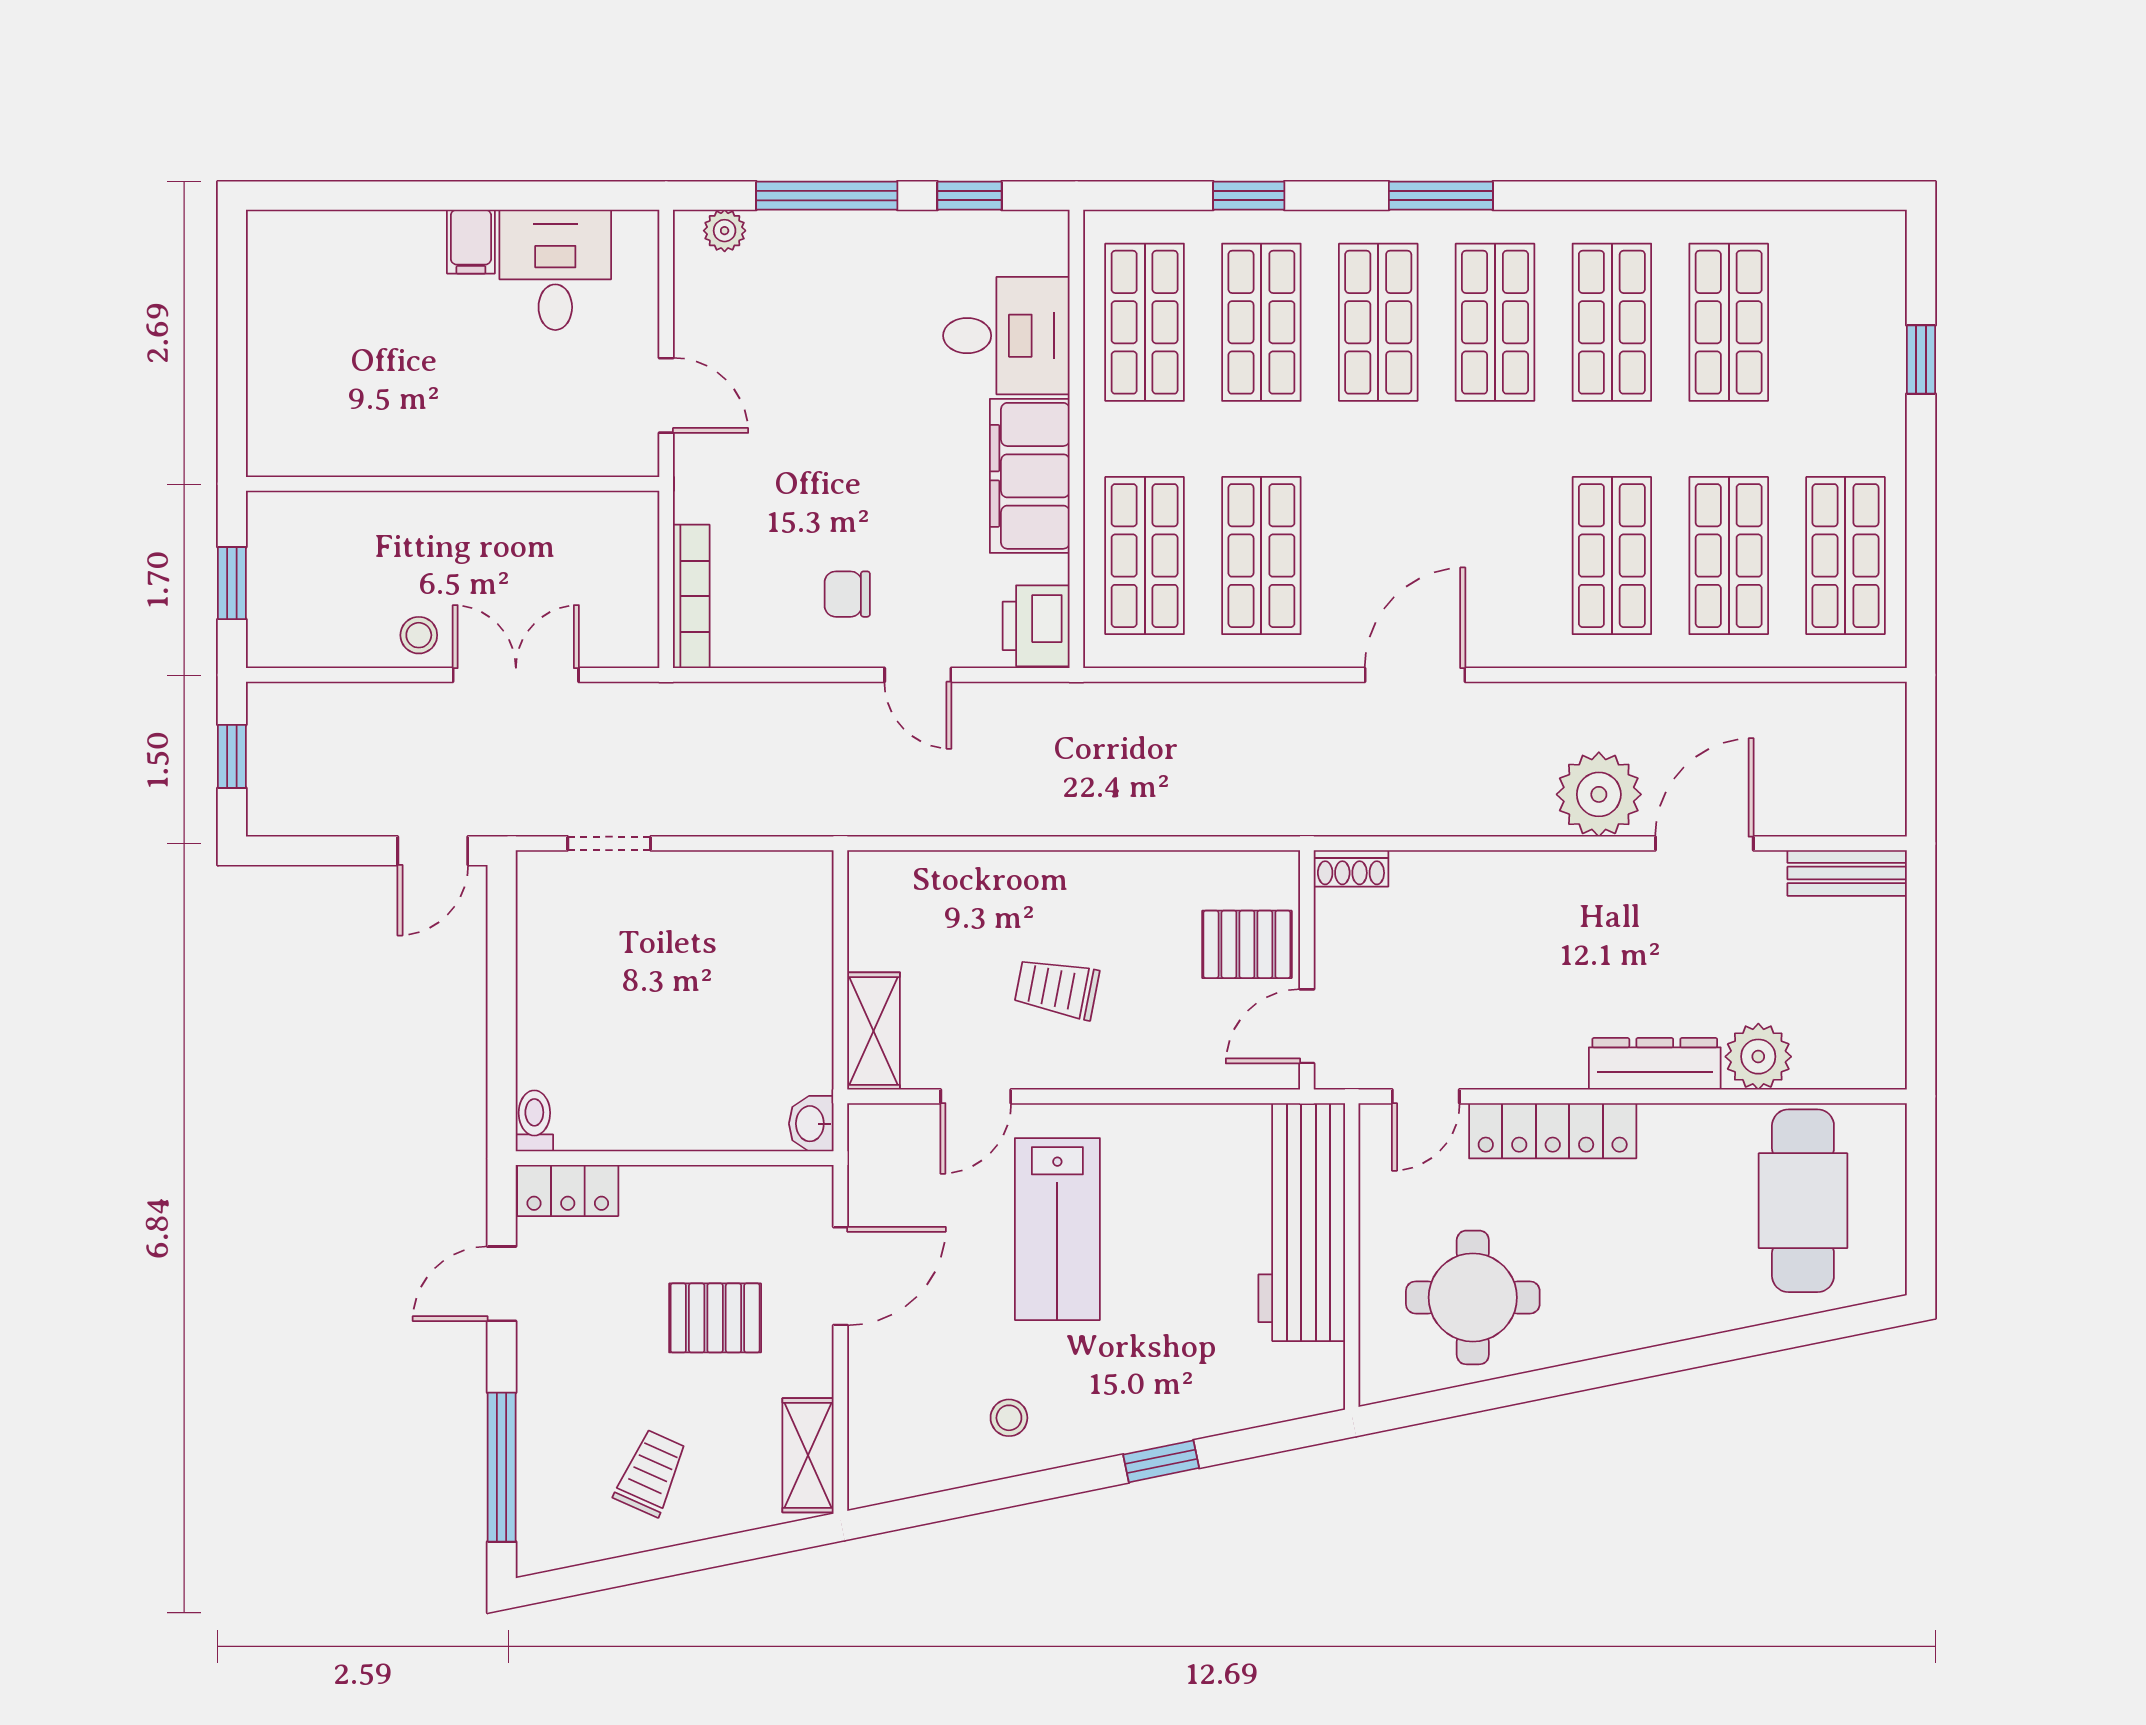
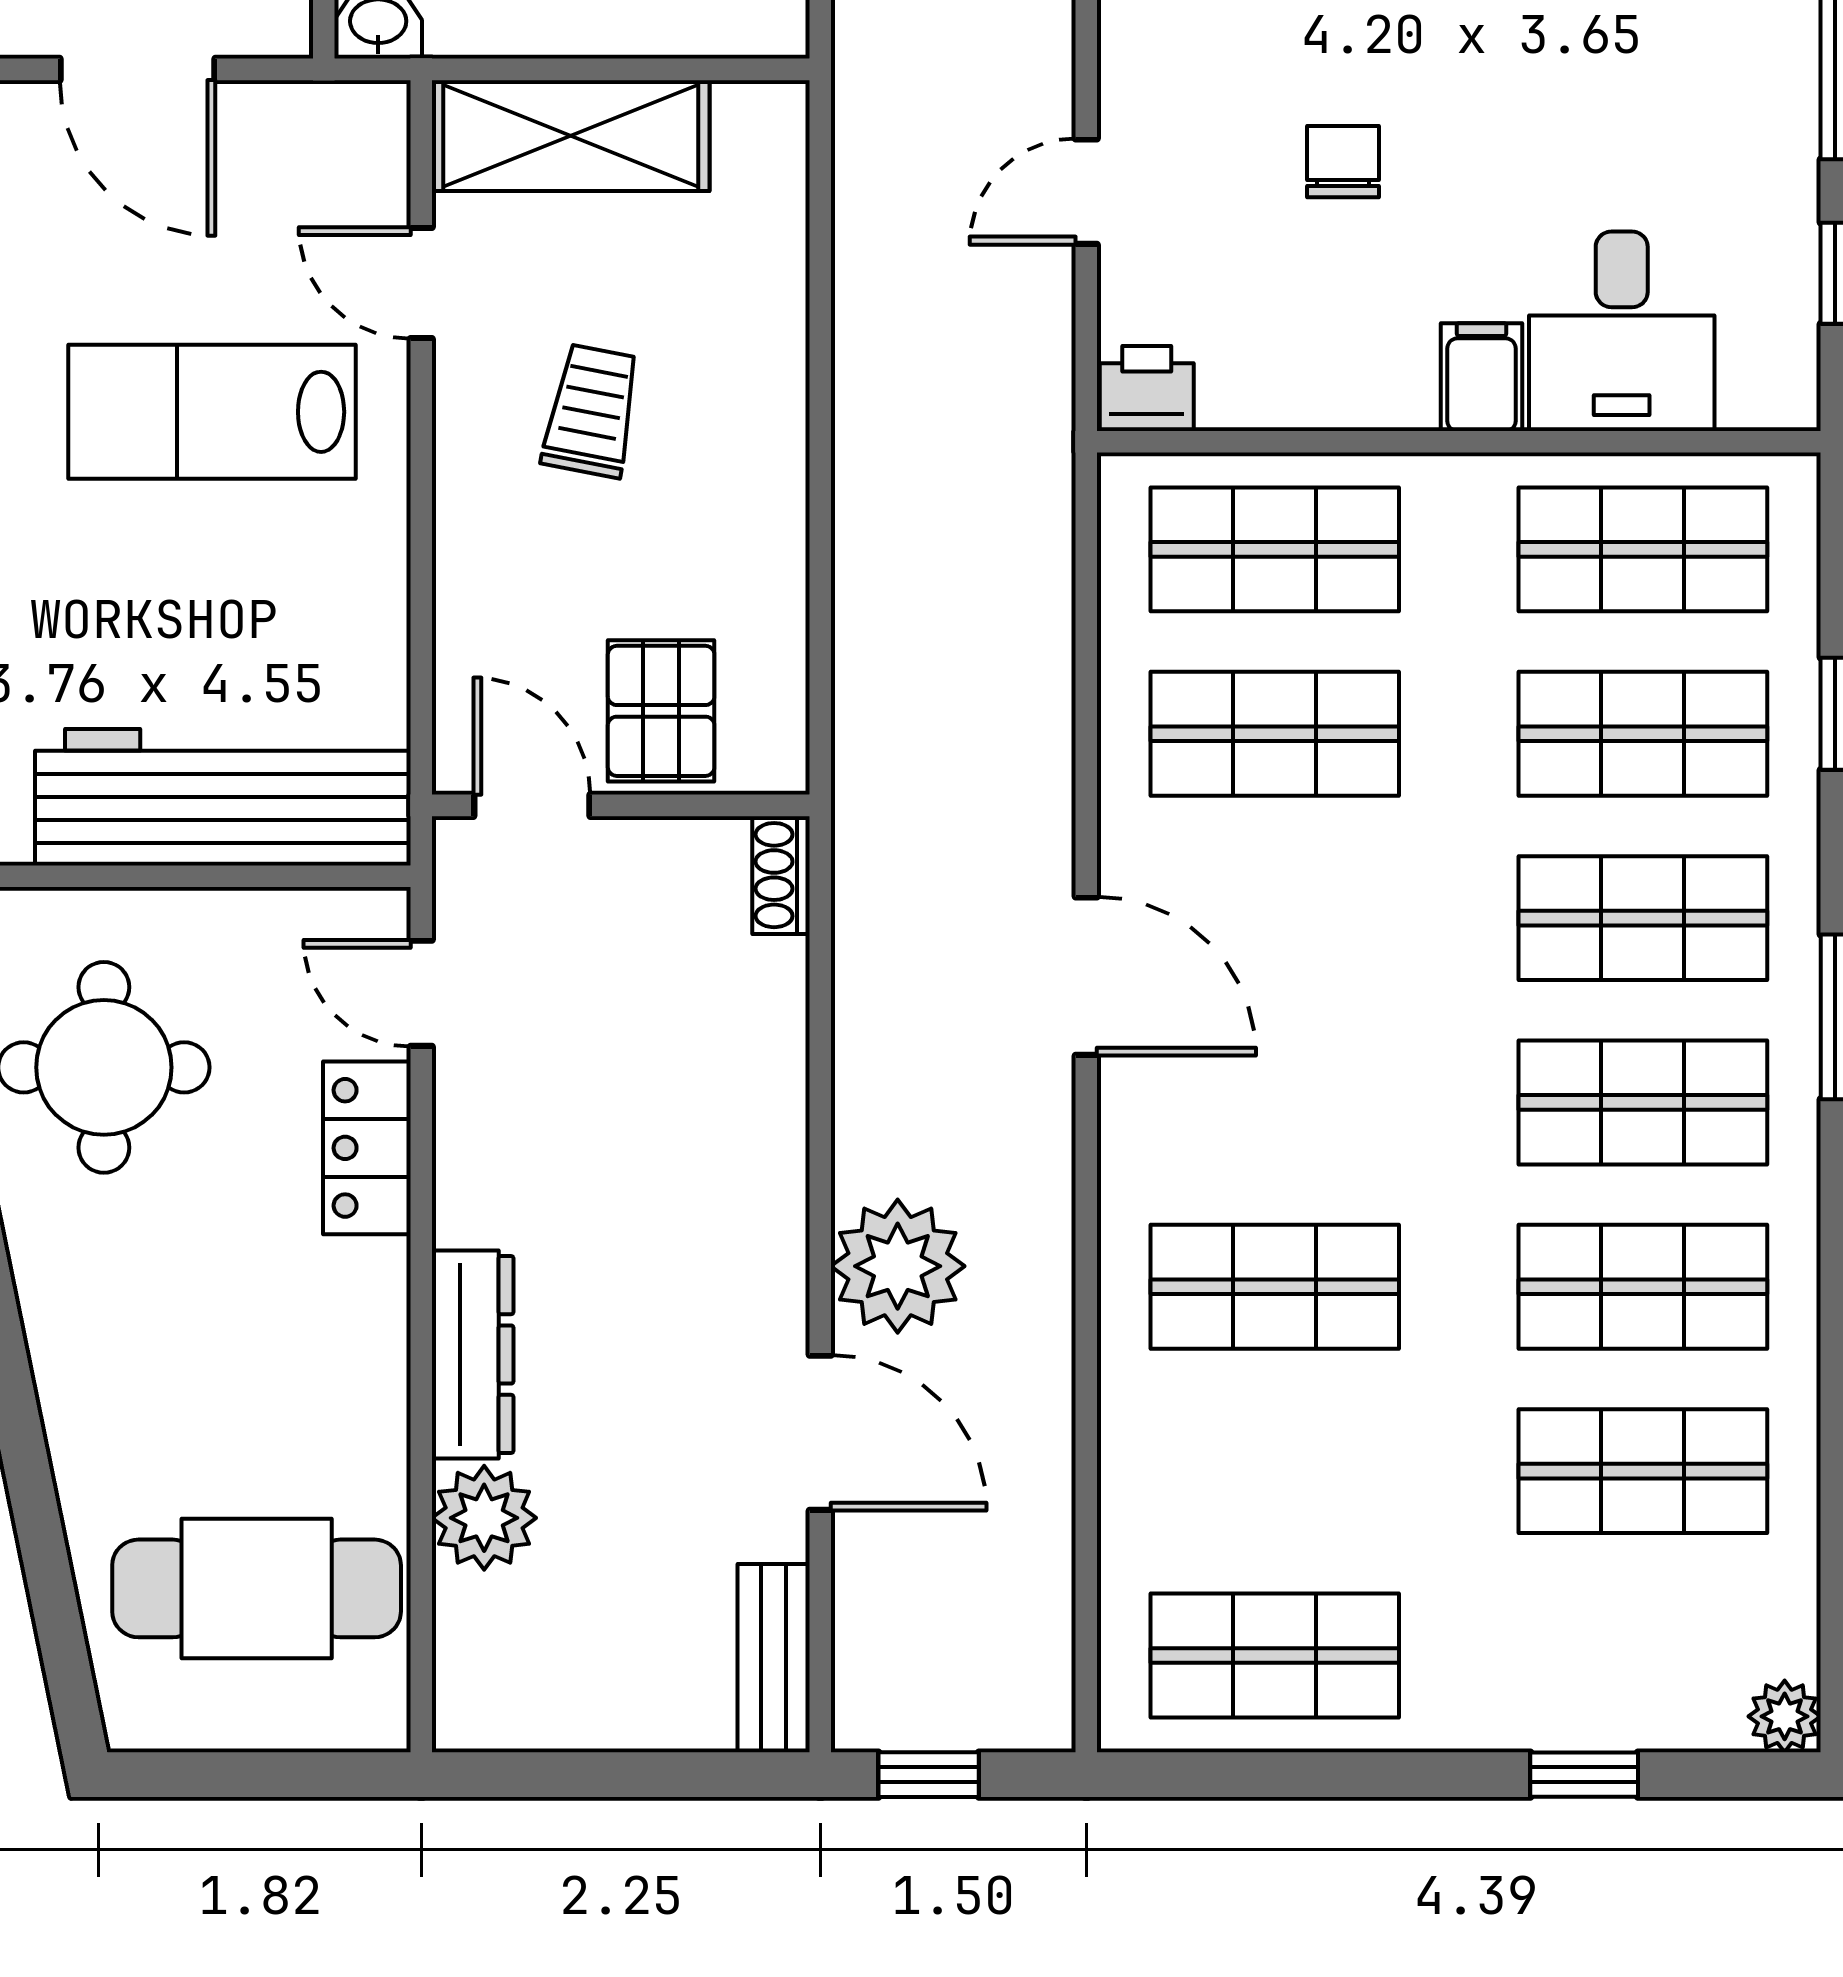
plant: (1884, 232) -> (1785, 1716), added
filing cabinet: (1030, 476) -> (1481, 377), width x0.33, depth x0.86
shop shelf: (1729, 556) -> (1275, 1471), removed
chair: (847, 594) -> (1343, 162), moved
printer: (1036, 626) -> (1147, 389), width x0.73, depth x0.81
window: (1921, 775) -> (929, 1775), added
shelving: (874, 1031) -> (571, 136), width x1.50, depth x1.33
locker: (1553, 1131) -> (367, 1148), width x0.66

